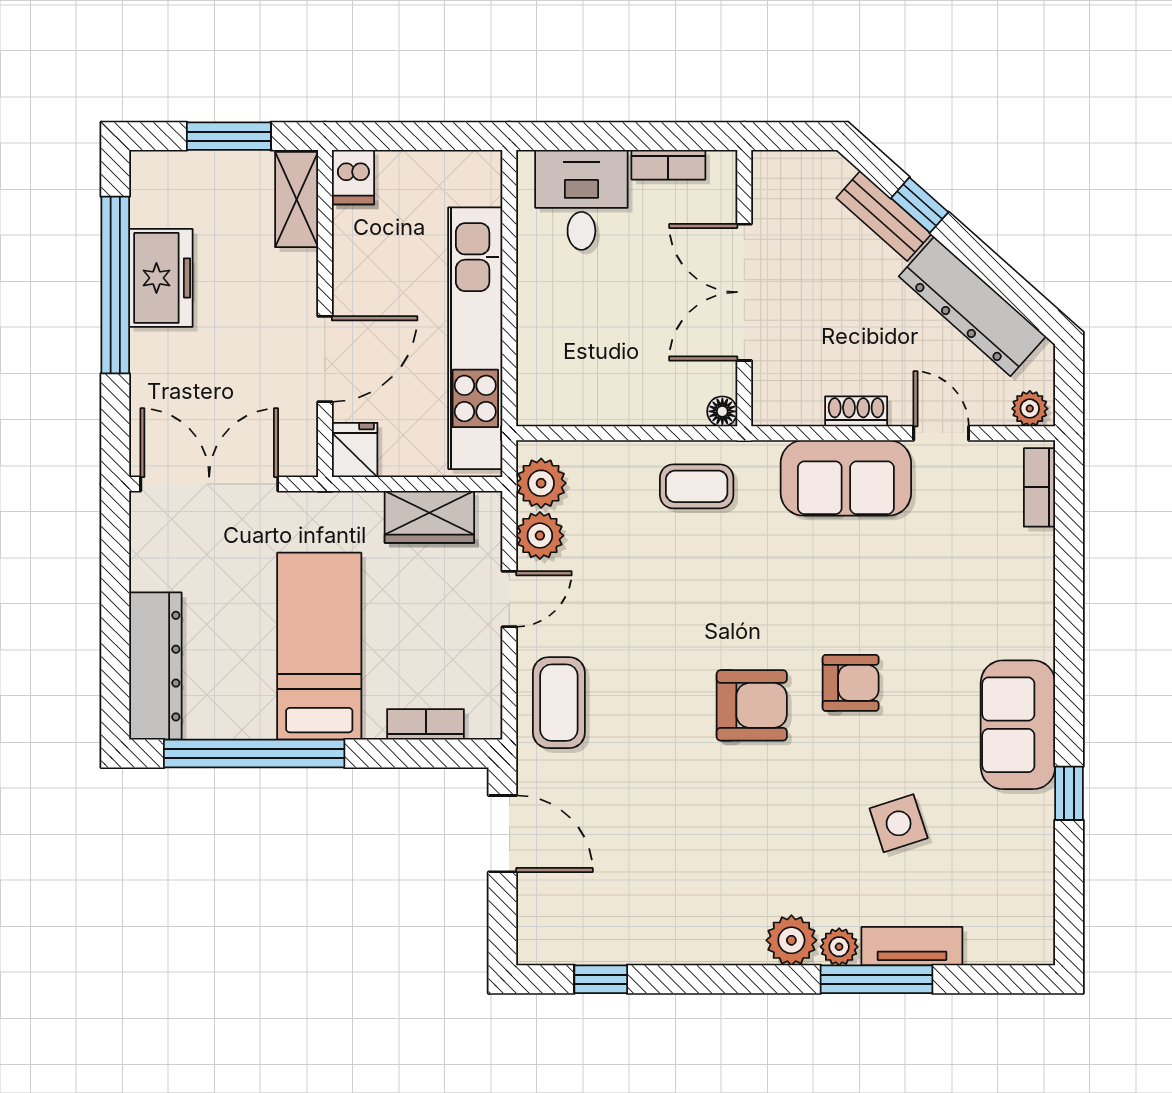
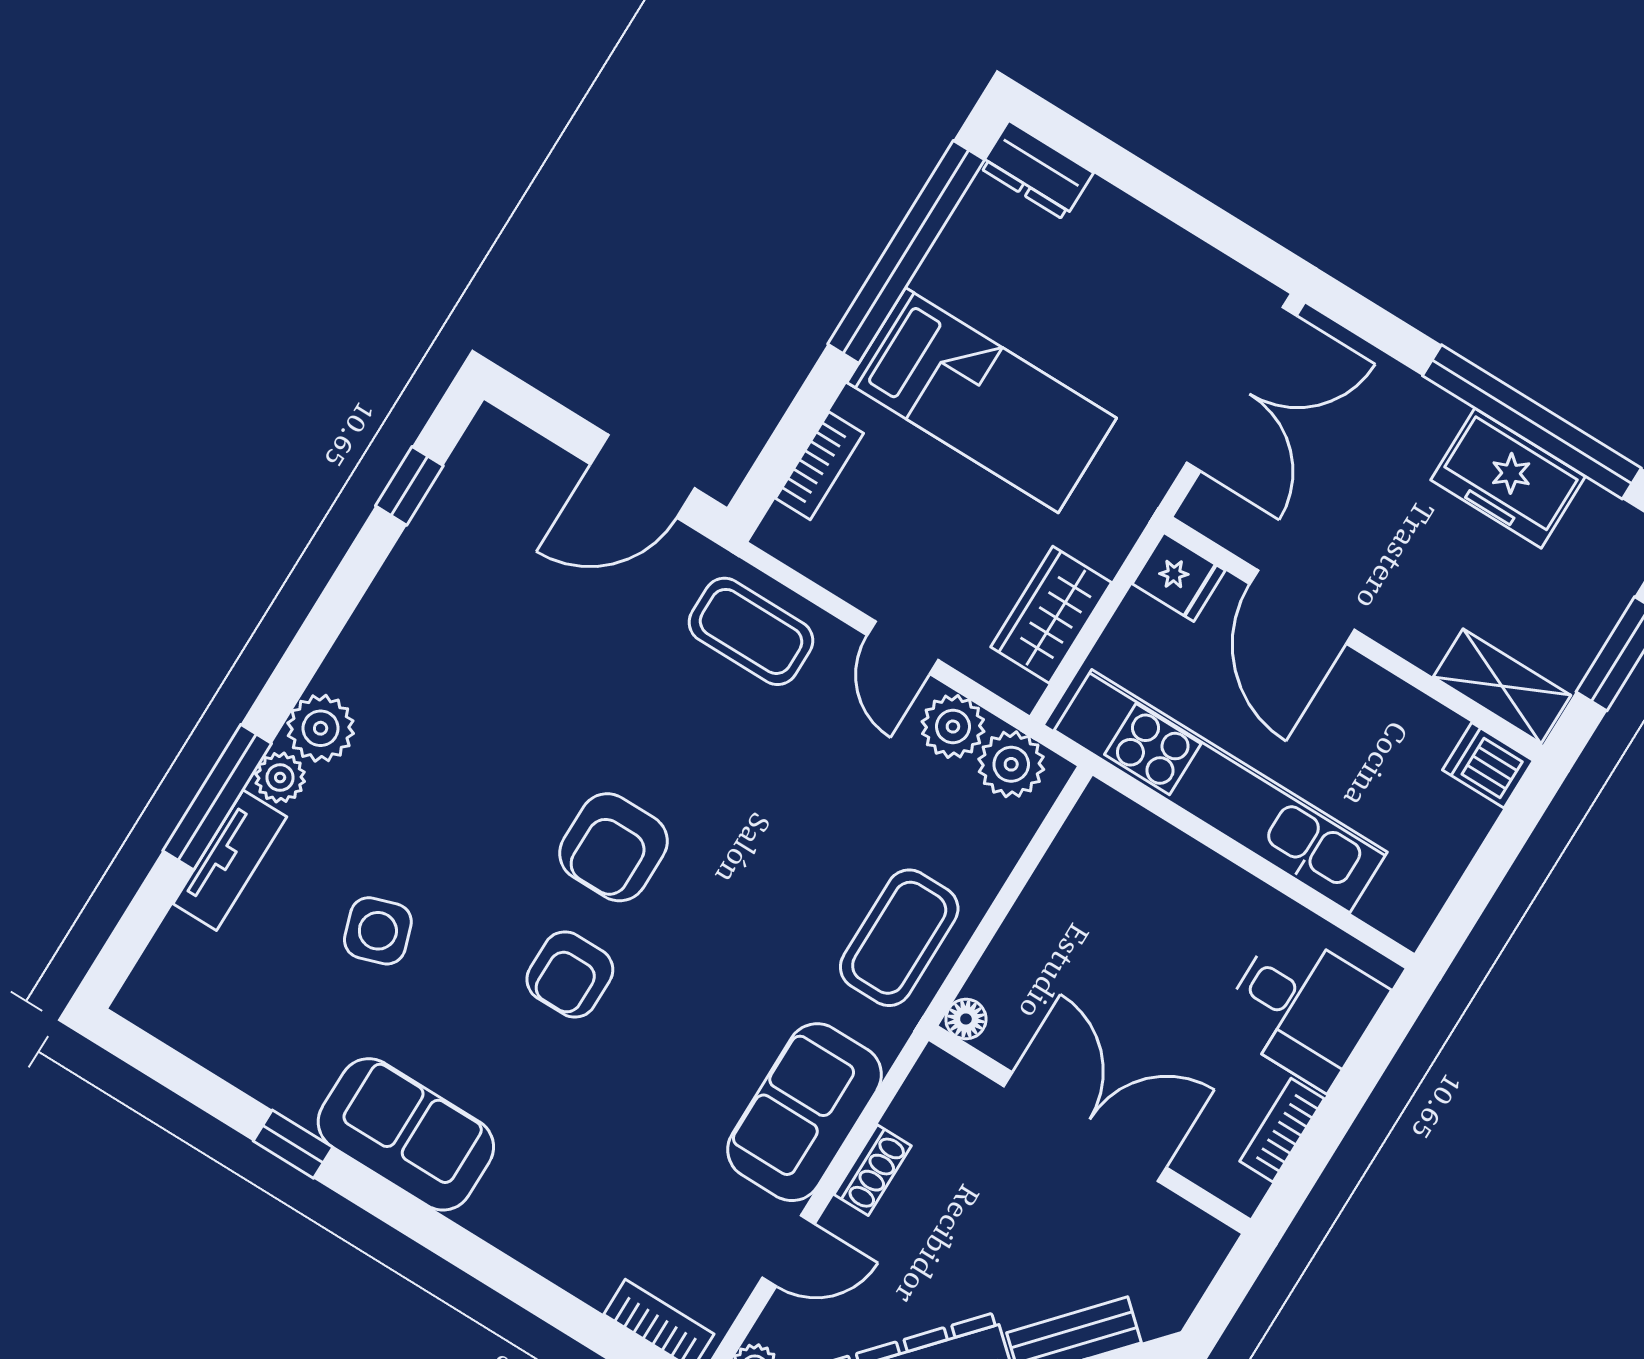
coffee table: (697, 486) -> (899, 938), width x1.36, depth x1.30
dresser: (155, 666) -> (1036, 170), width x0.51, depth x0.80

